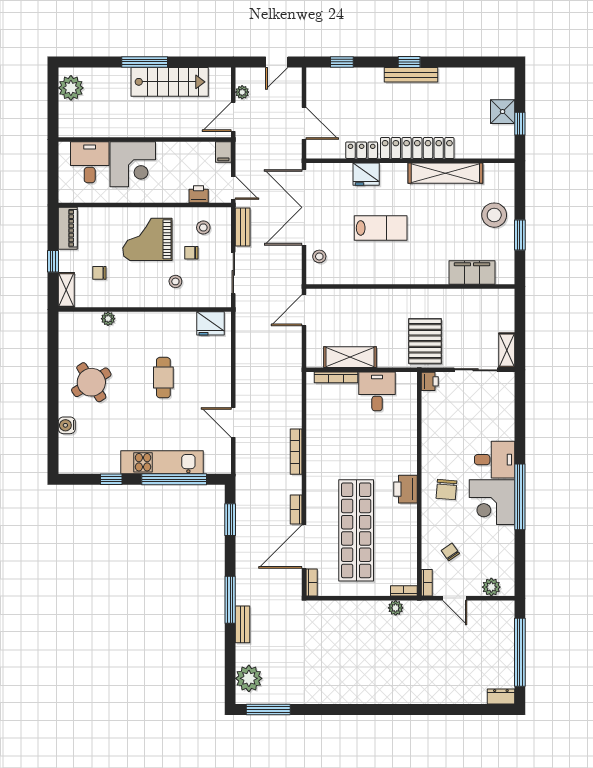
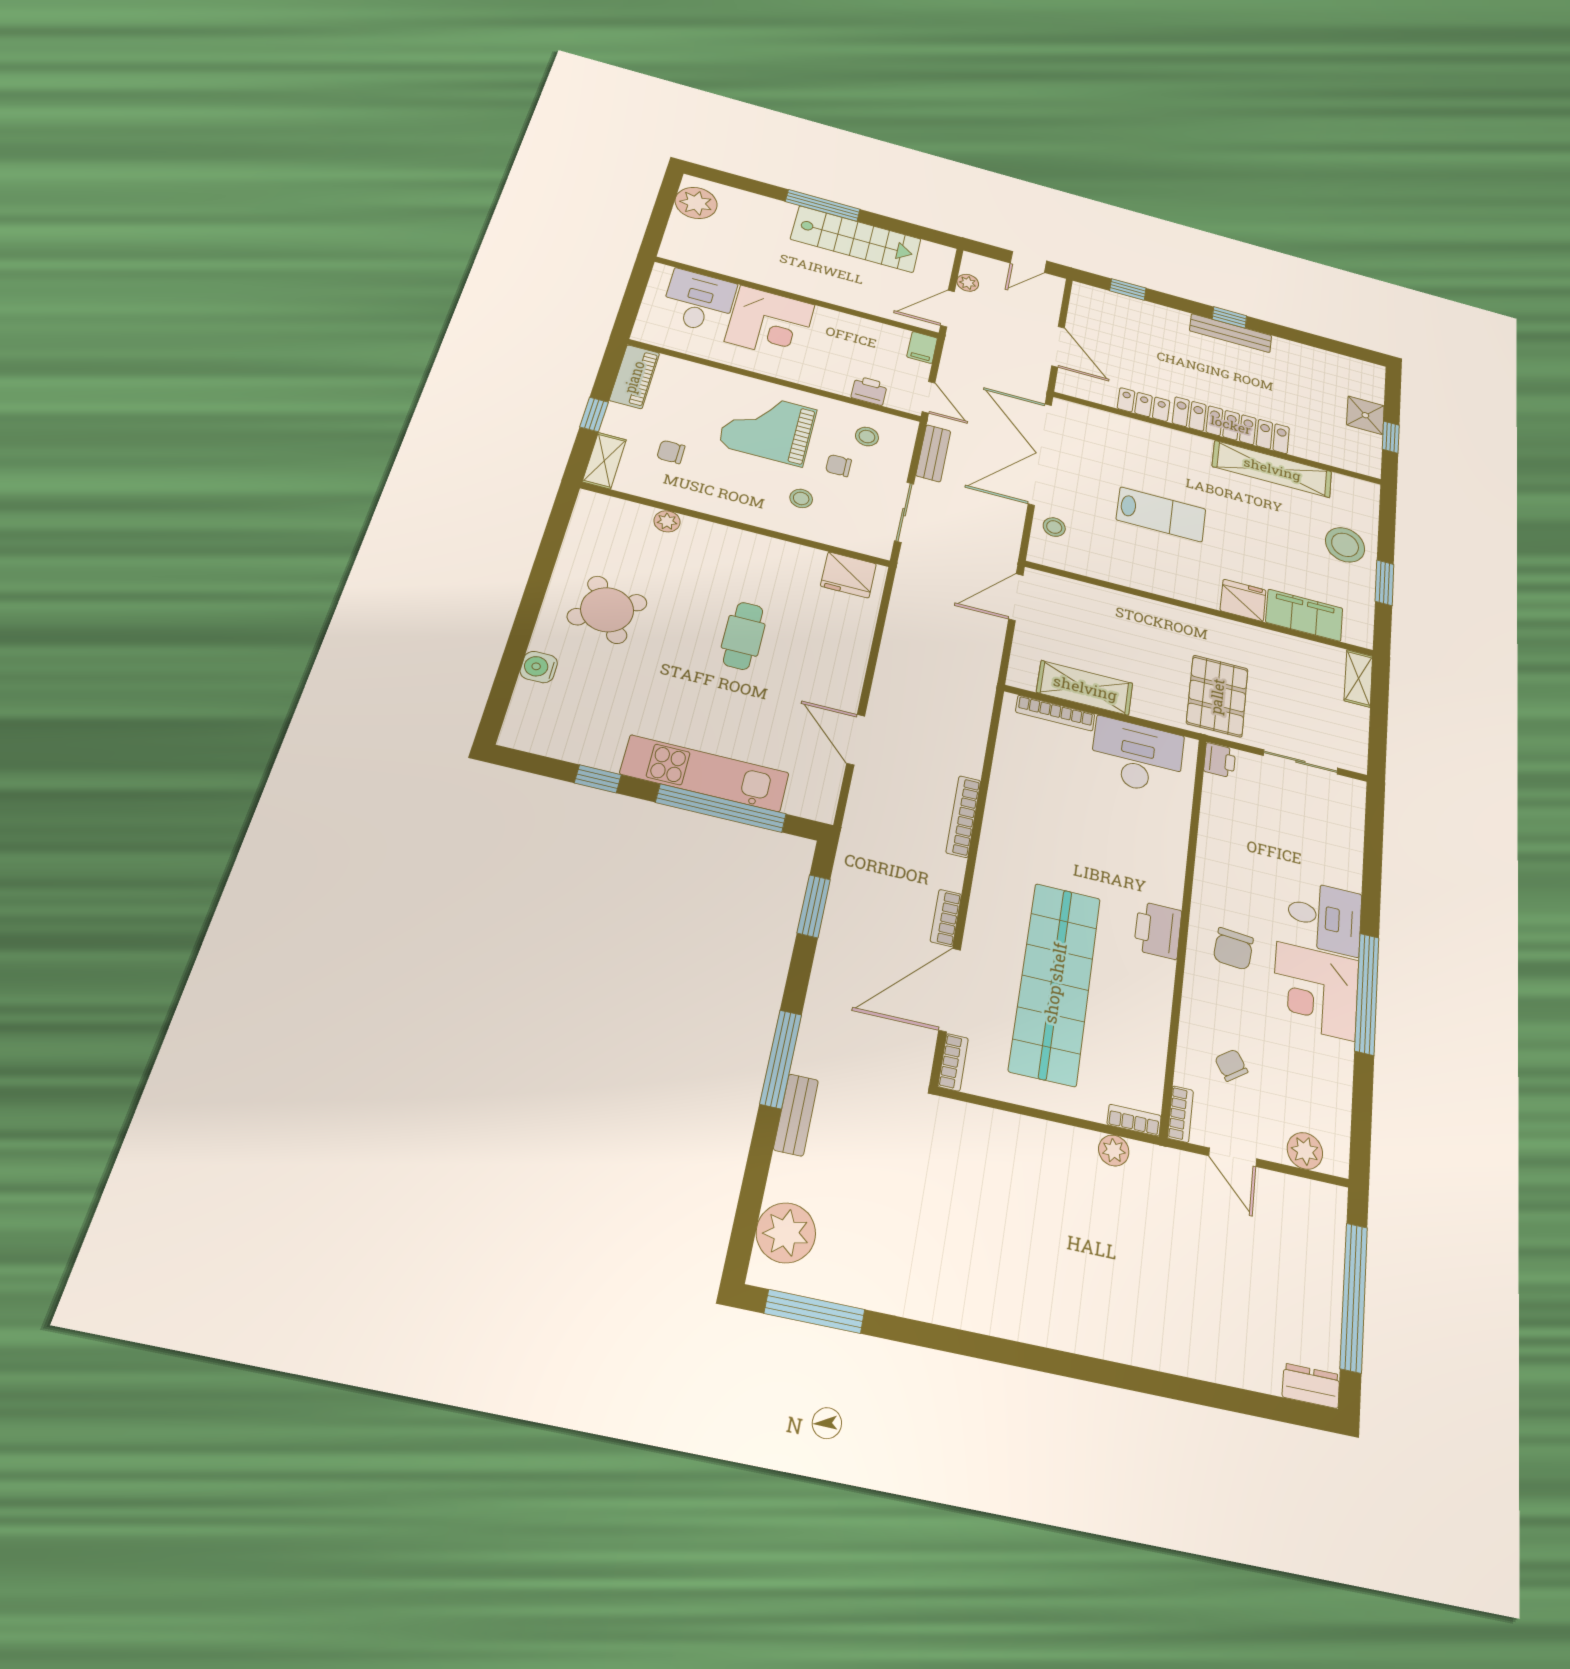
fridge: (366, 174) -> (1243, 600), moved, turned 180
shelving: (507, 350) -> (1358, 678), moved
desk: (377, 391) -> (1137, 756), width x1.37

